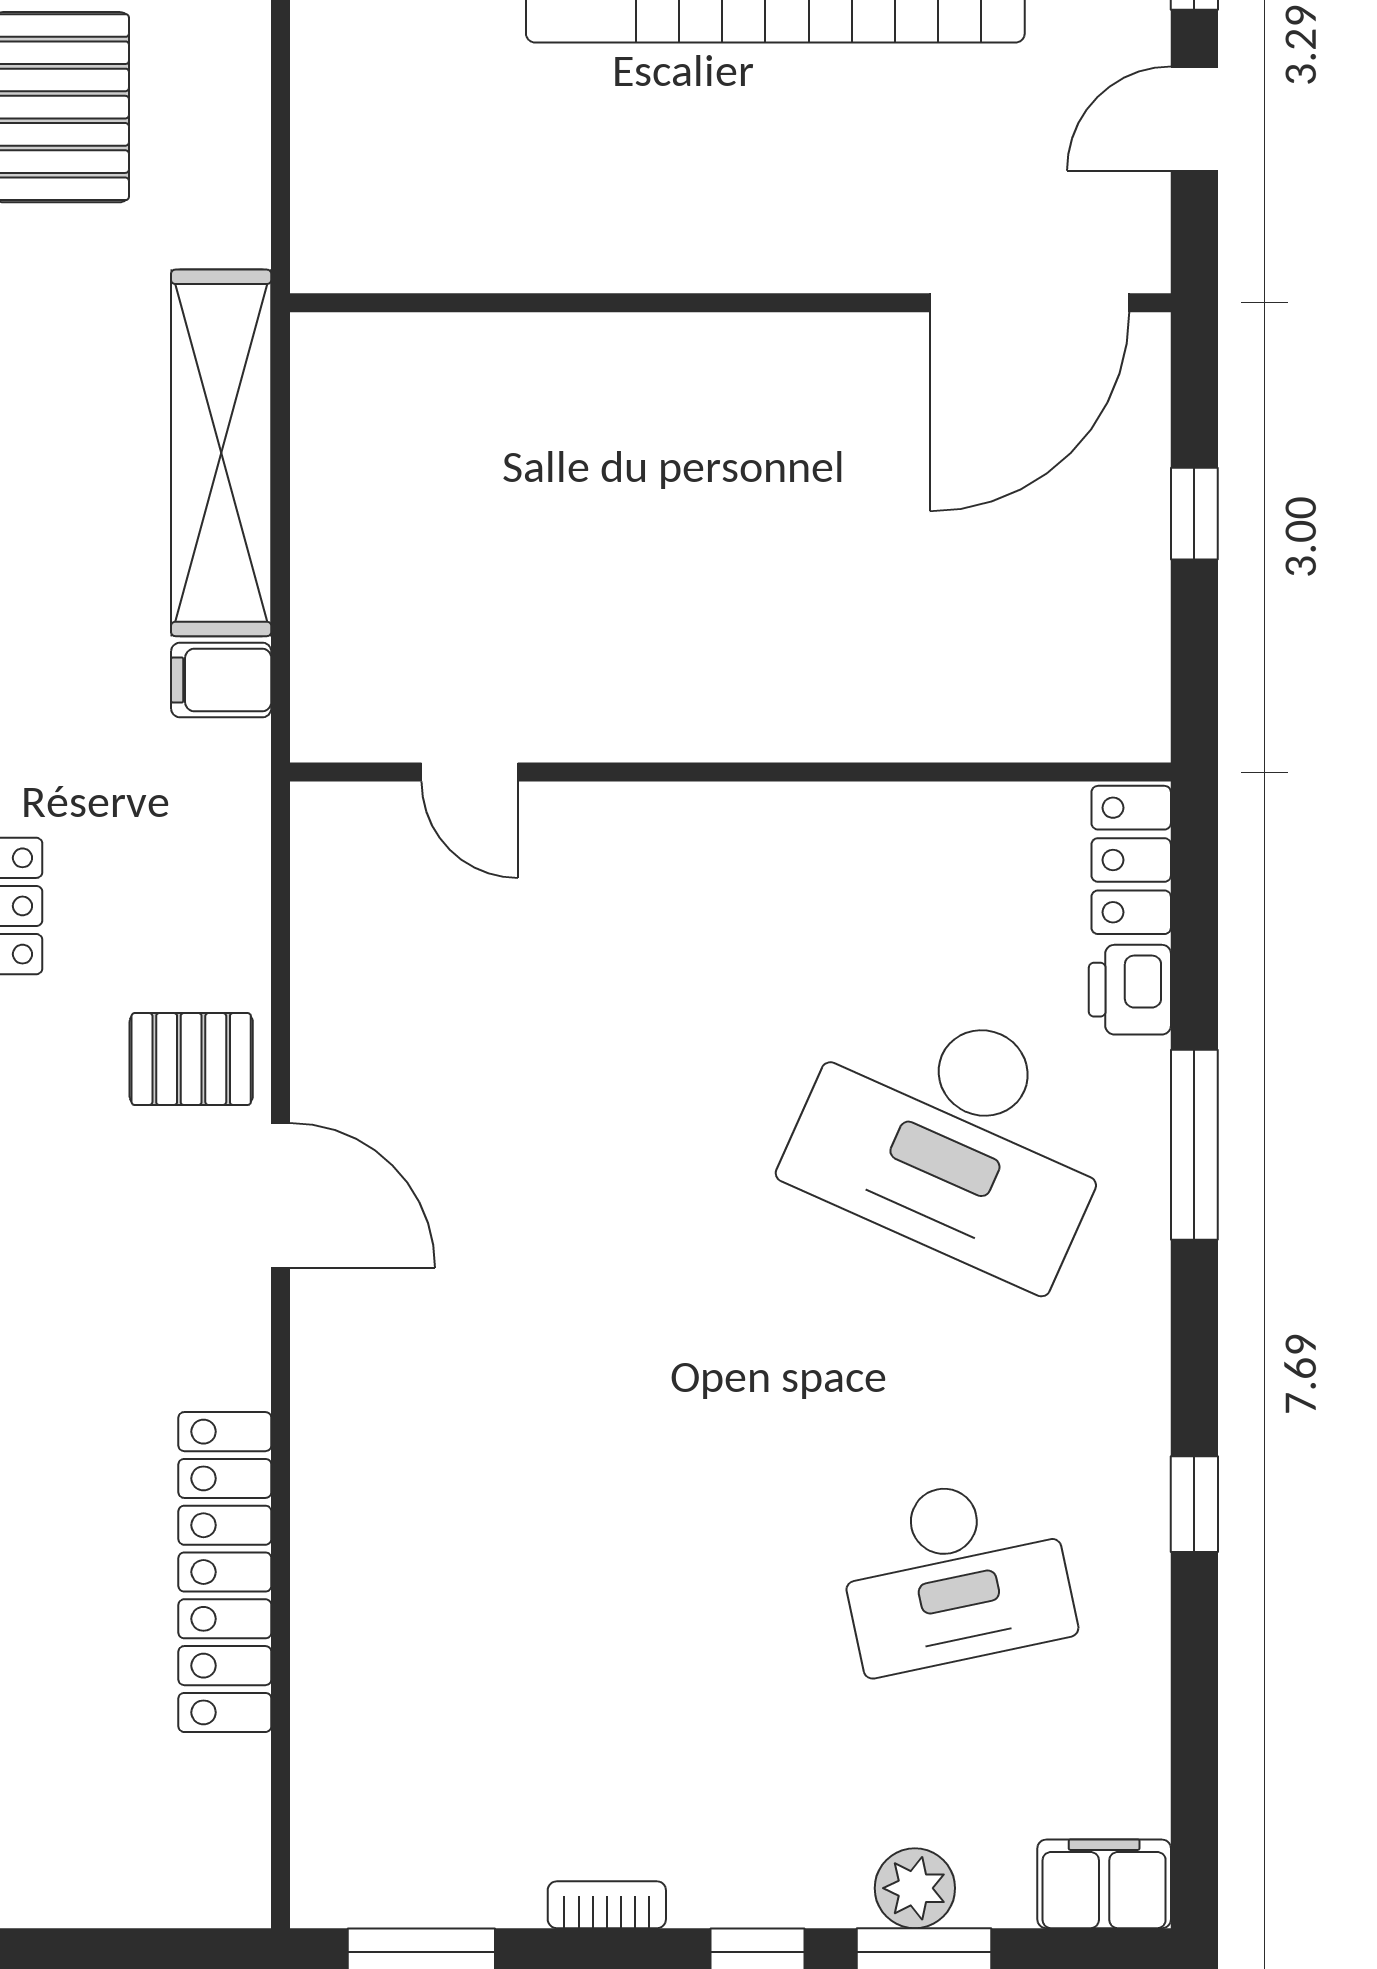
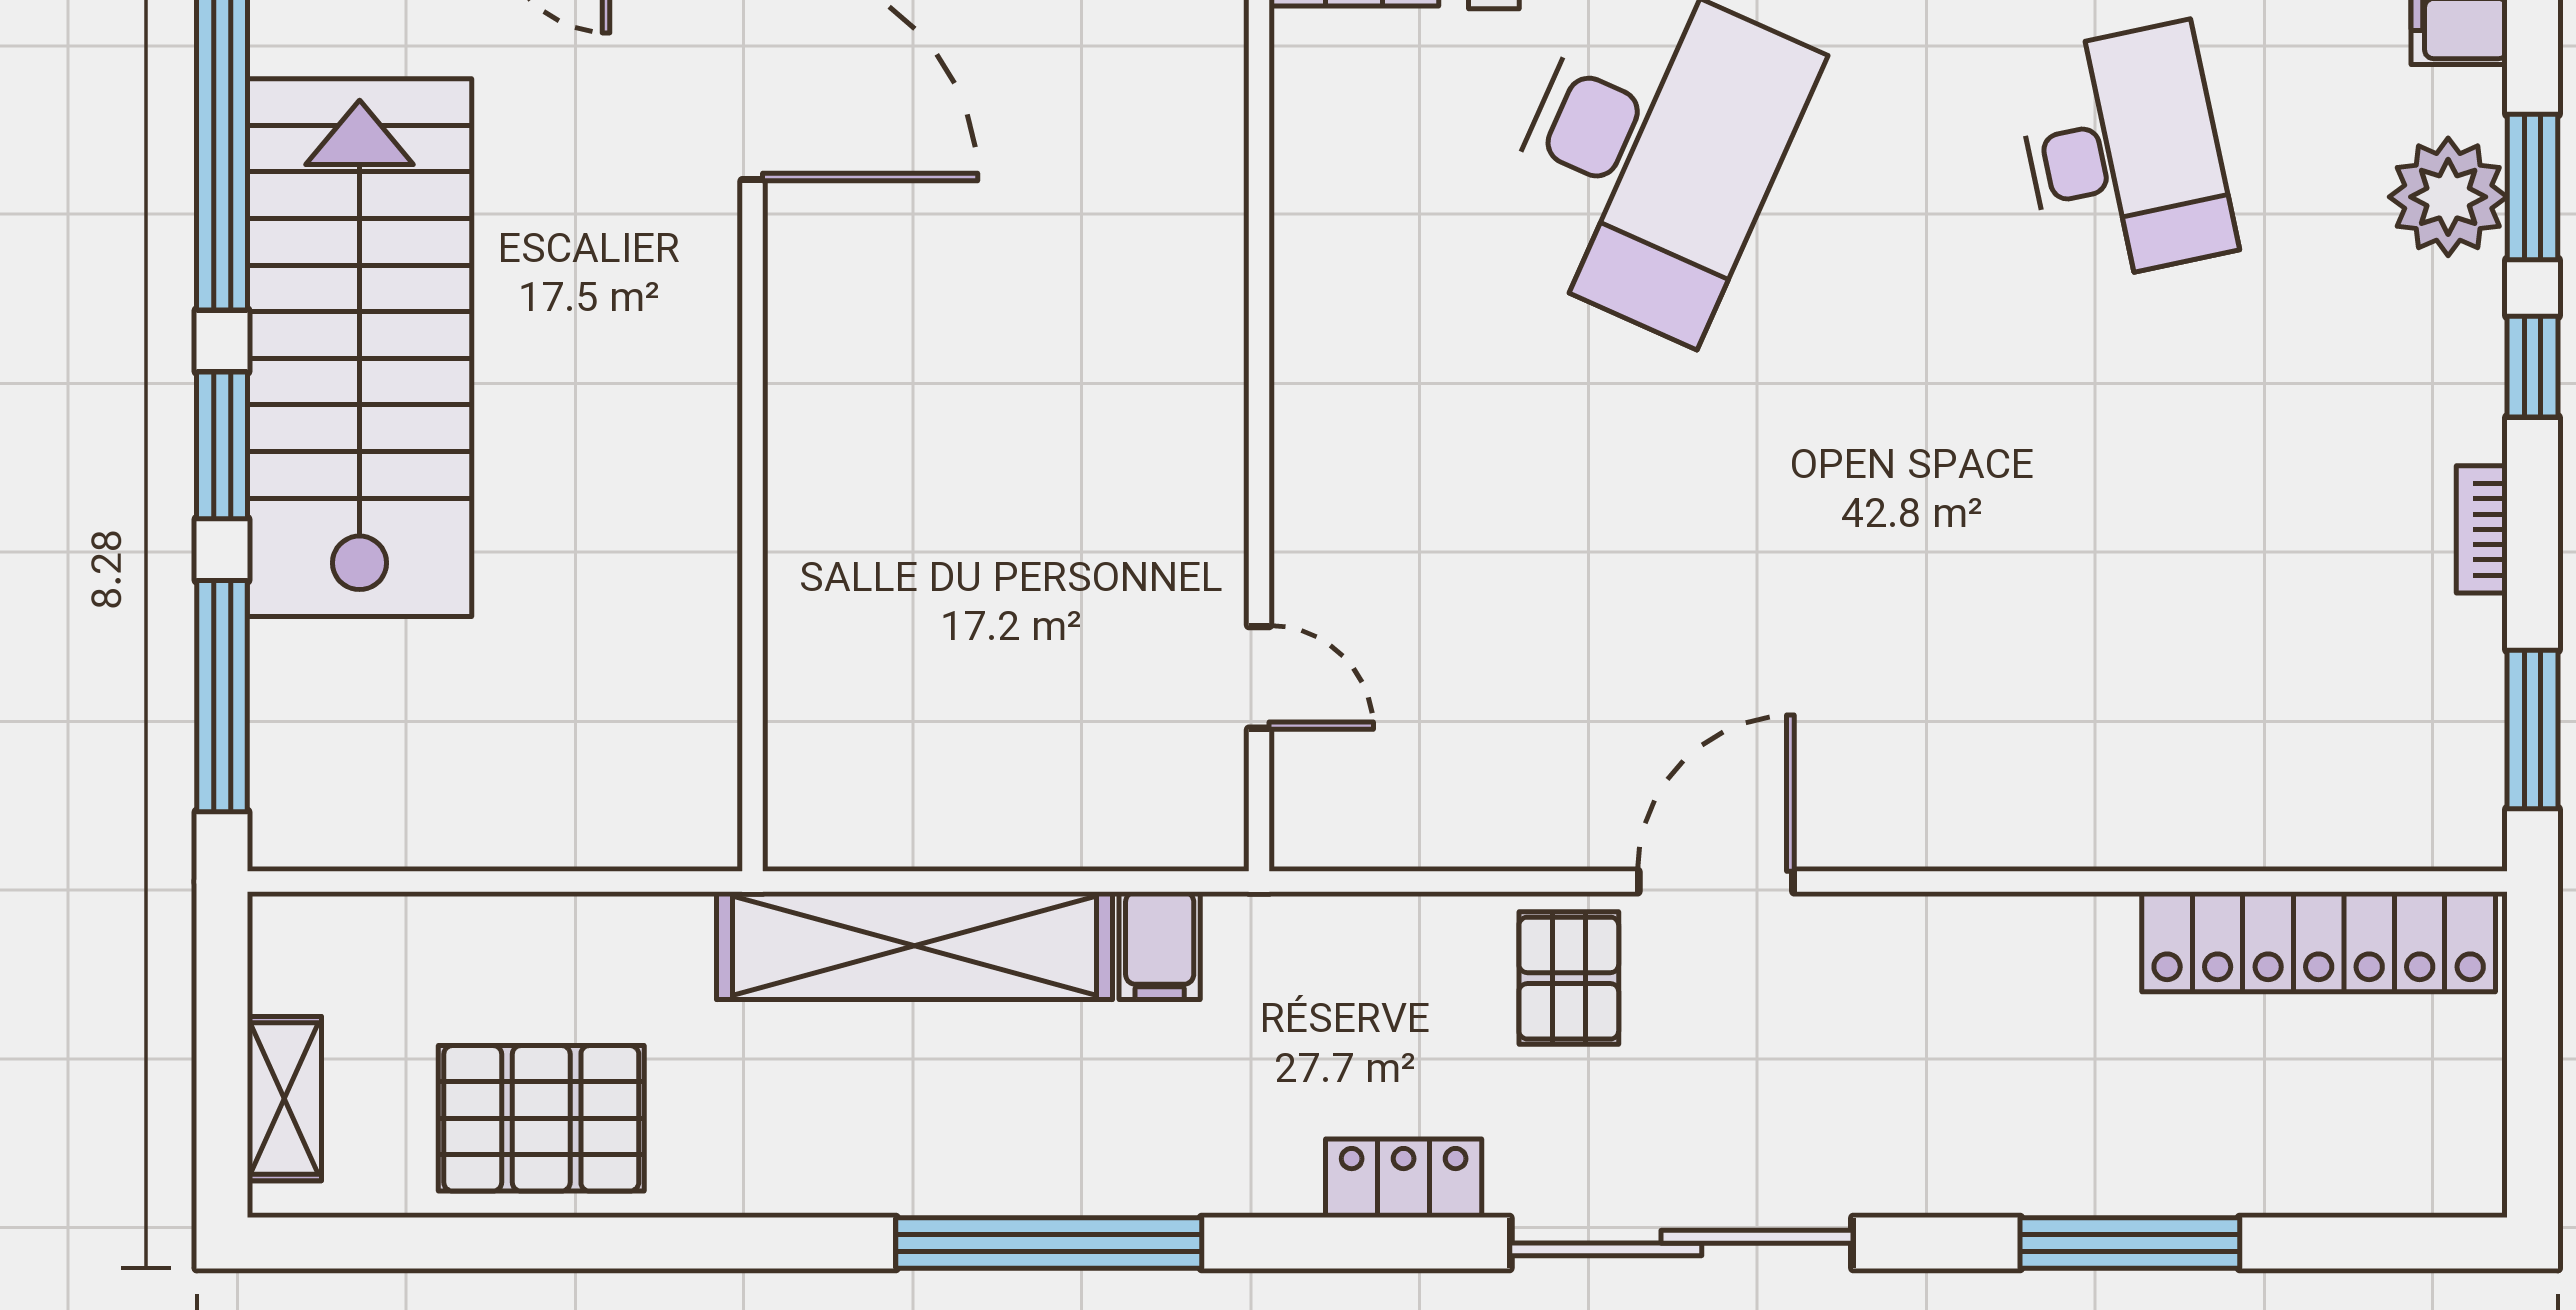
door: (470, 772) -> (1259, 677), hinge flipped
locker: (225, 1572) -> (2319, 942), moved
plant: (915, 1888) -> (2448, 197), width x1.36, depth x1.36

